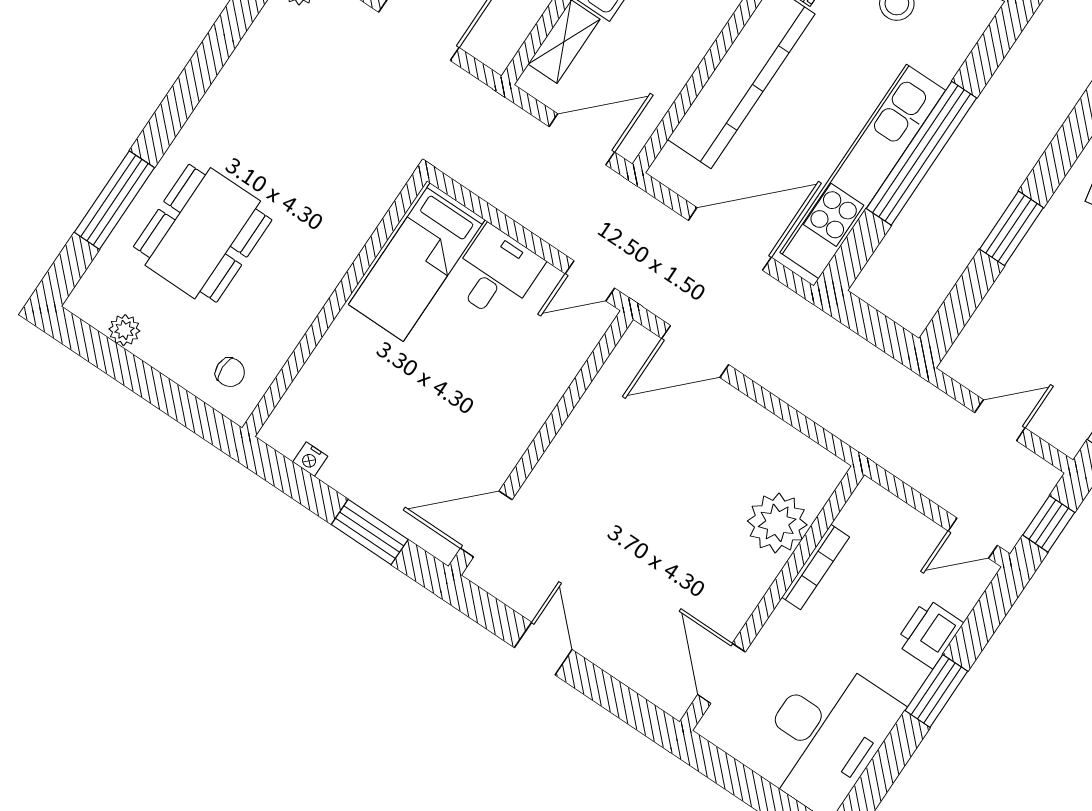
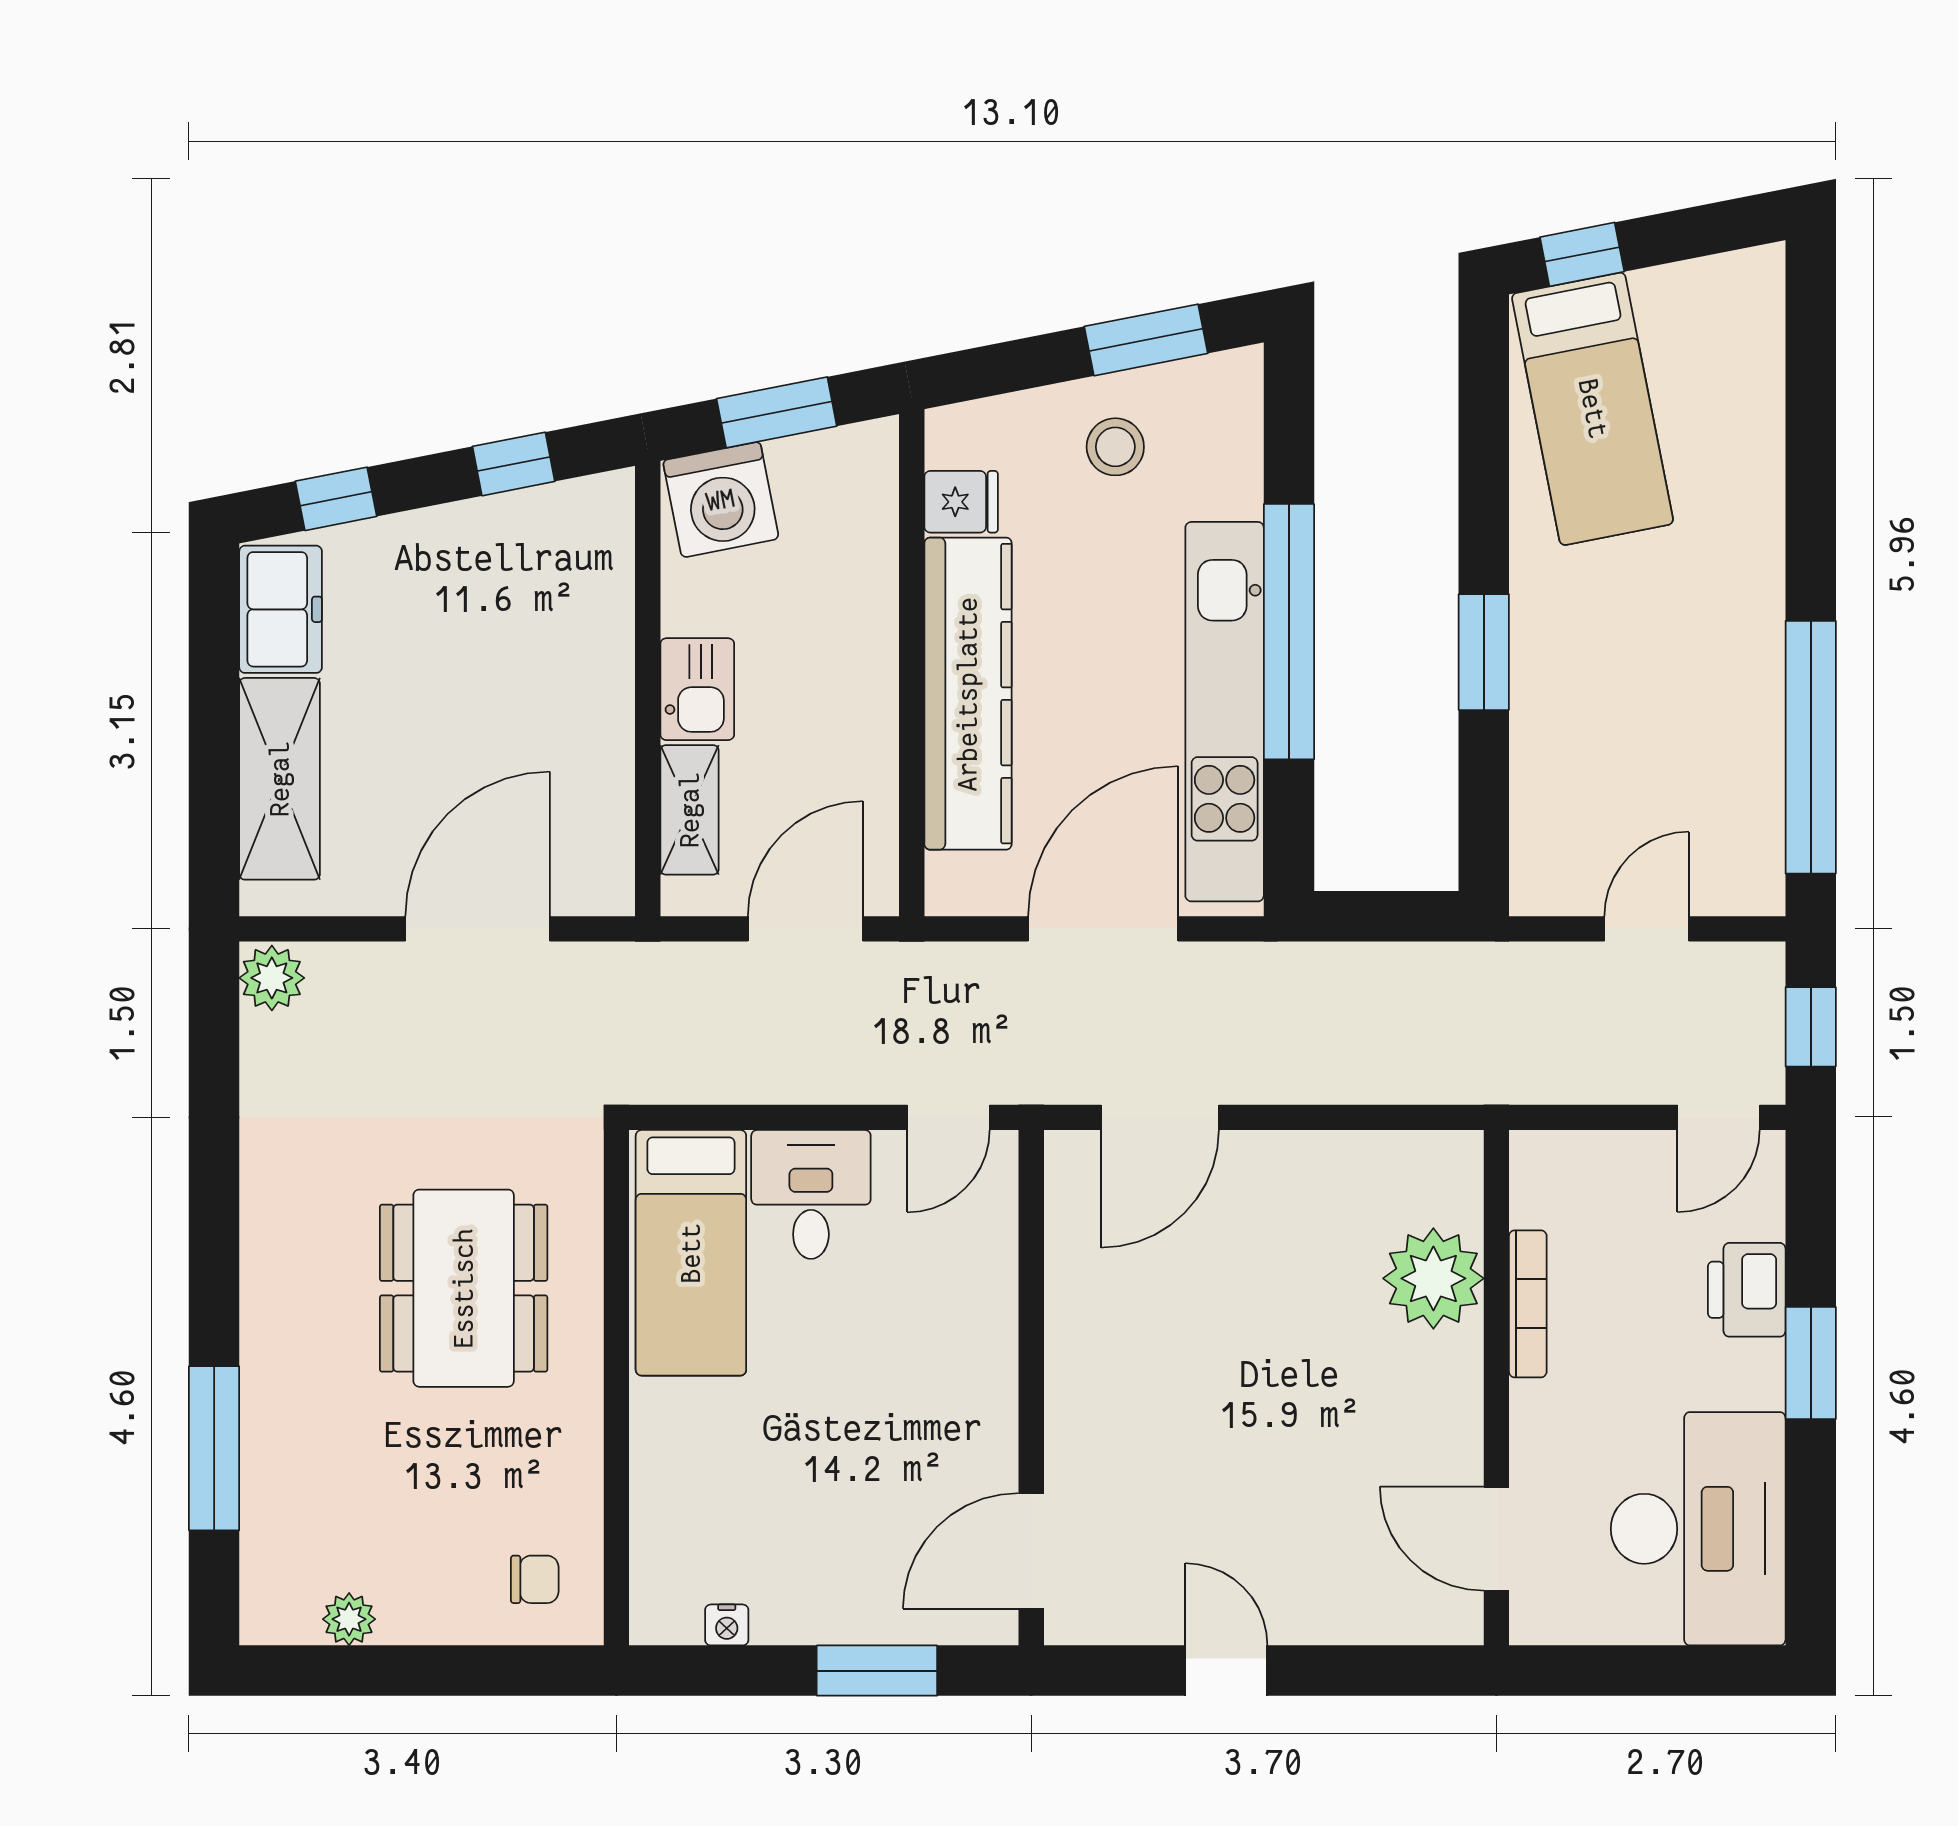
dining table: (203, 233) -> (464, 1288), moved

